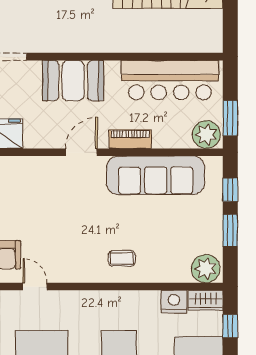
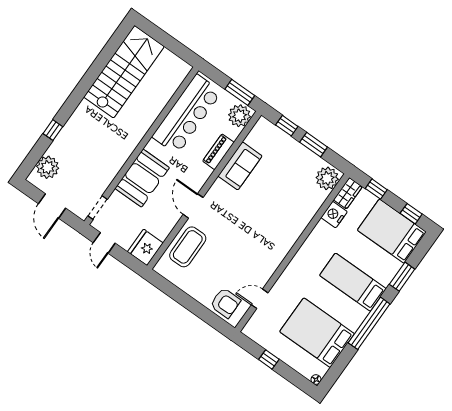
piano: (130, 139) -> (218, 152), moved
sofa: (156, 175) -> (240, 166), width x0.54, depth x0.79
coffee table: (122, 258) -> (188, 247), moved, width x1.86, depth x1.72

